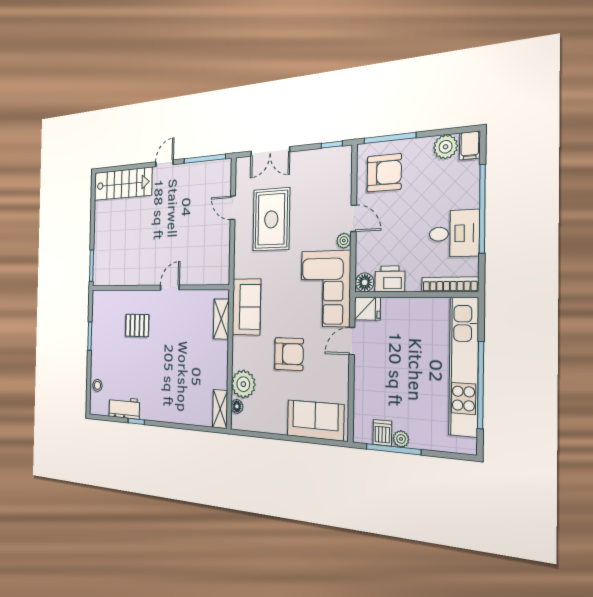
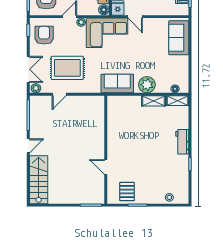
door: (164, 163) -> (28, 146), swing flipped
plant: (242, 168) -> (36, 88), added
door: (170, 288) -> (106, 167), moved
shelving: (221, 319) -> (154, 101), moved
pallet: (137, 325) -> (127, 192), moved
armchair: (289, 354) -> (44, 35), moved
plant: (243, 384) -> (147, 85), moved
workbench: (124, 408) -> (182, 142), moved

